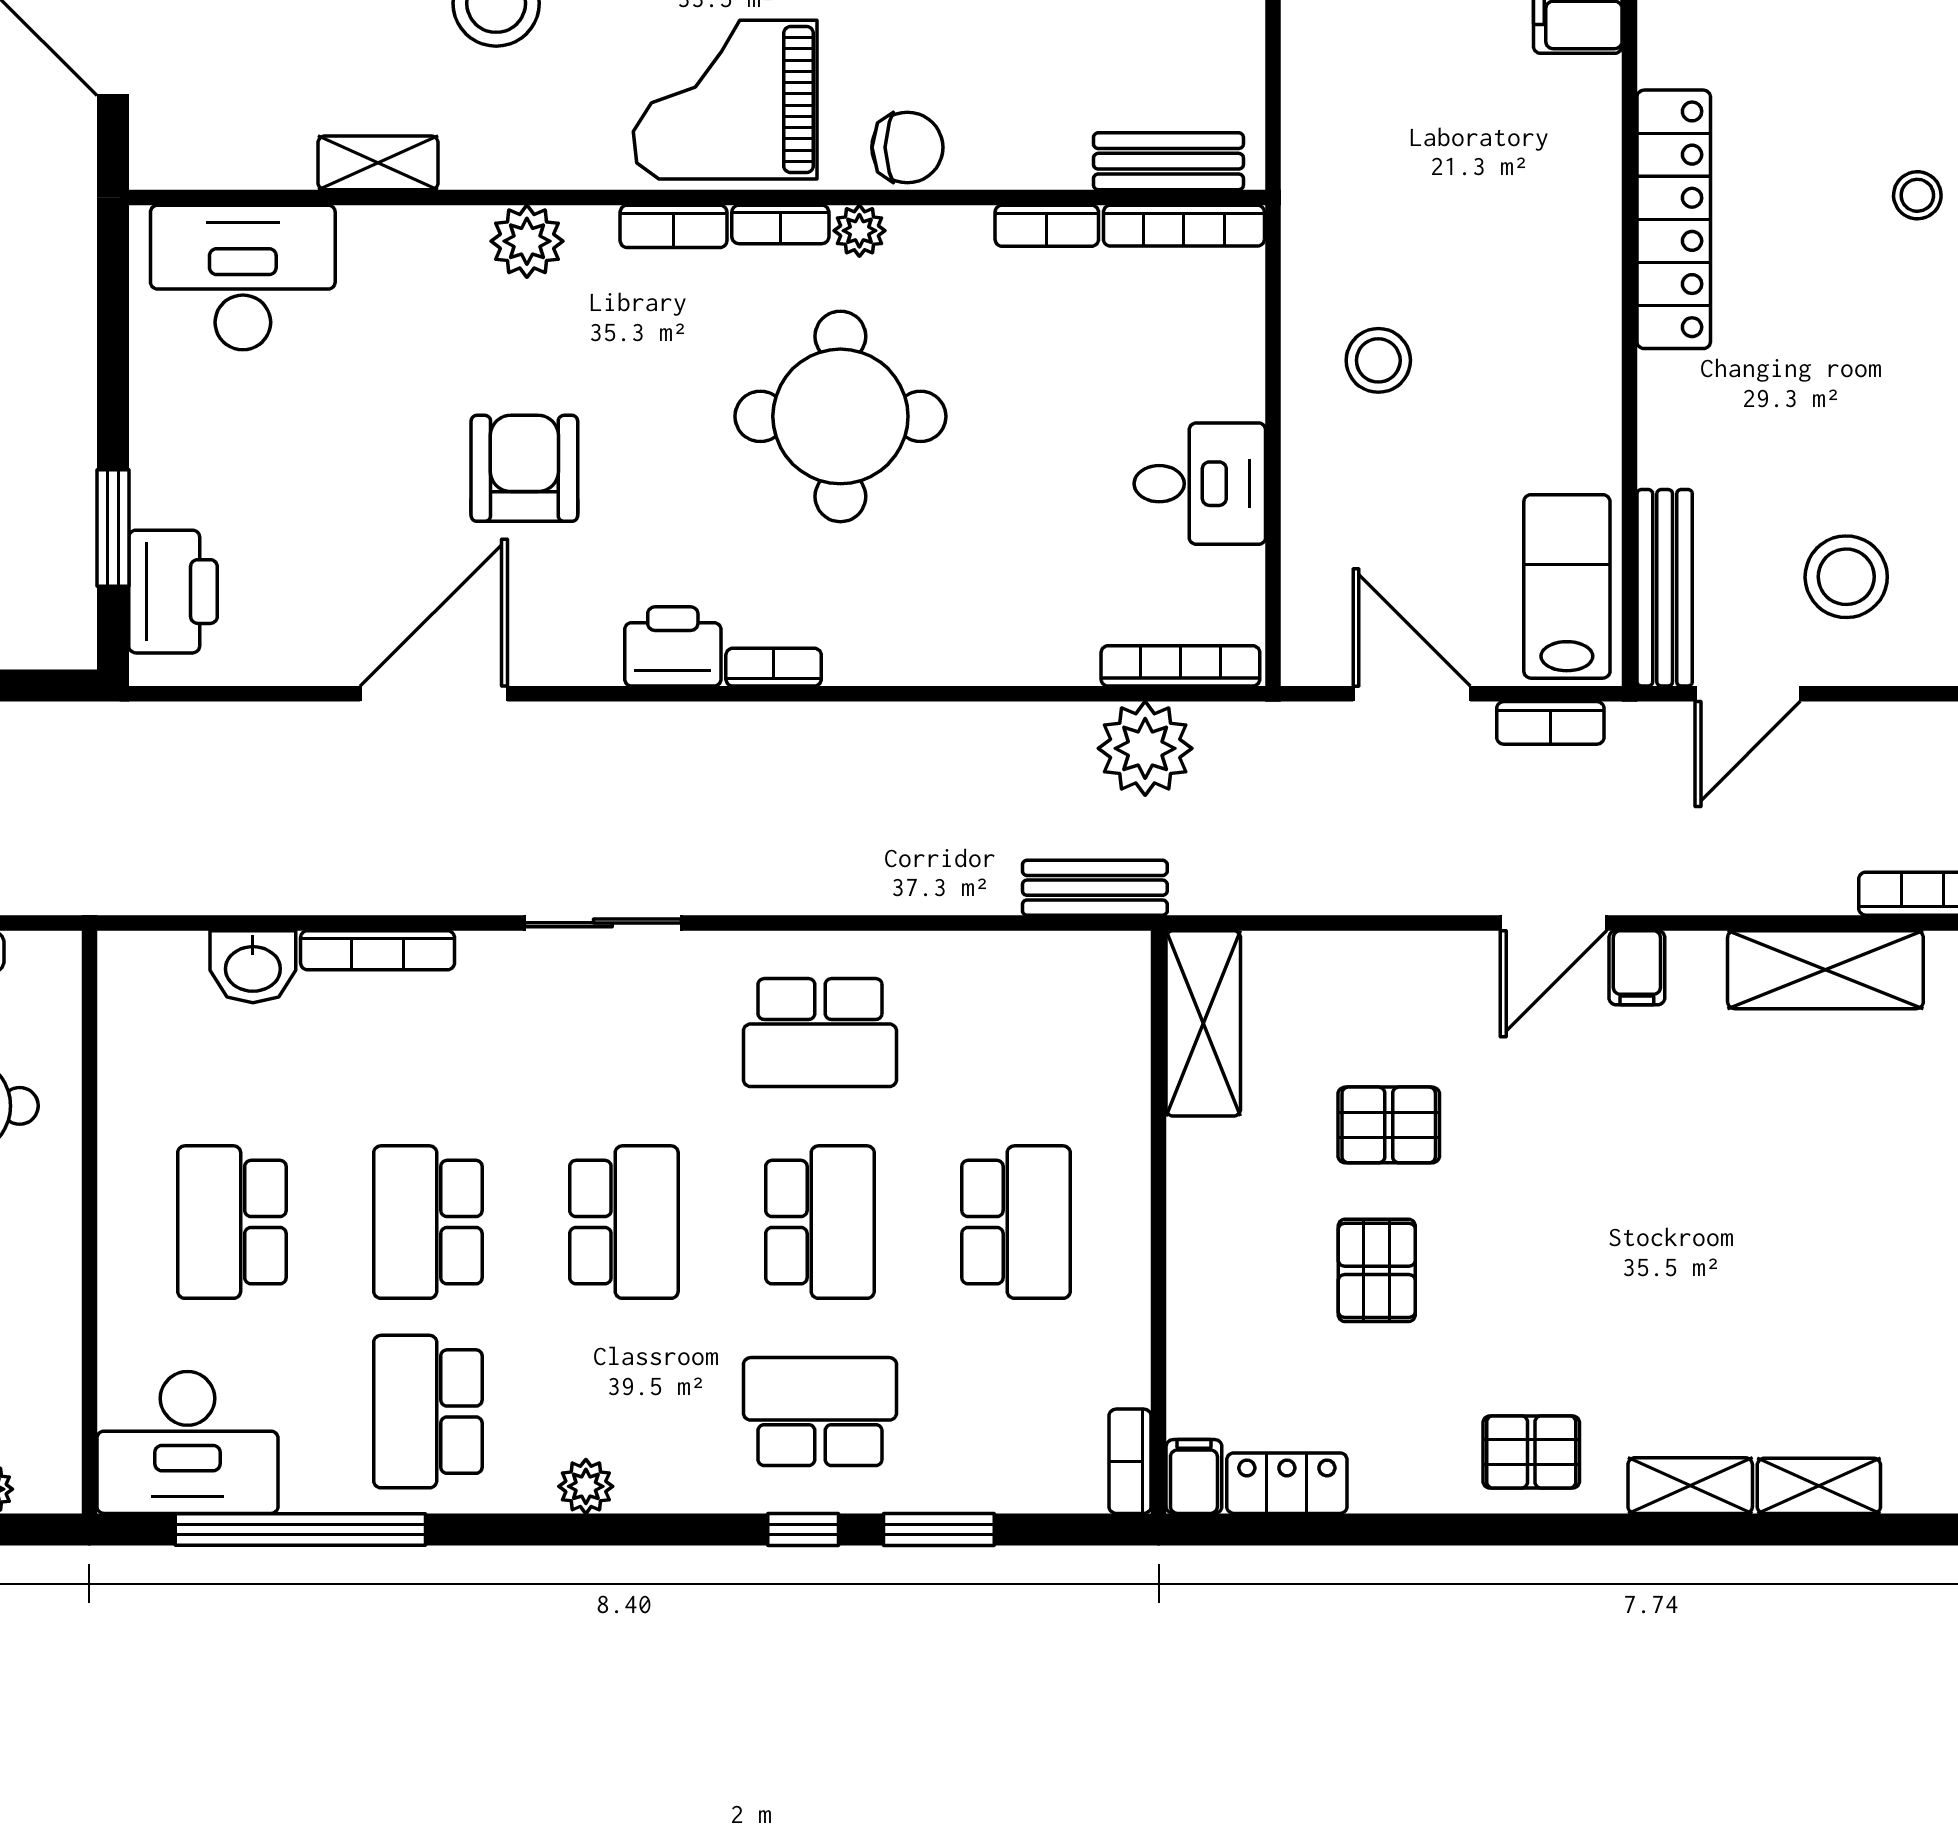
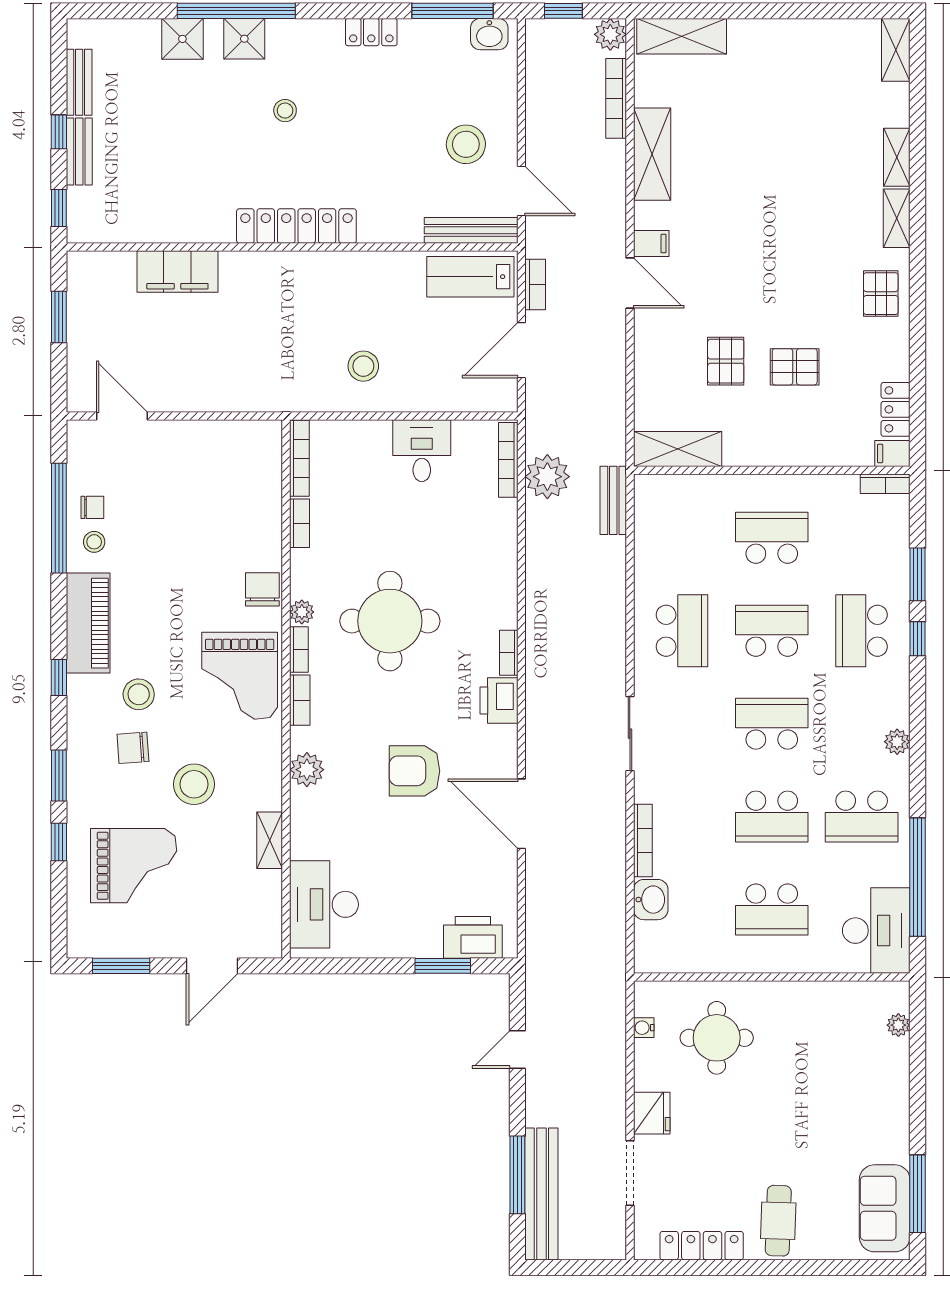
bench: (1168, 161) -> (269, 466), removed

